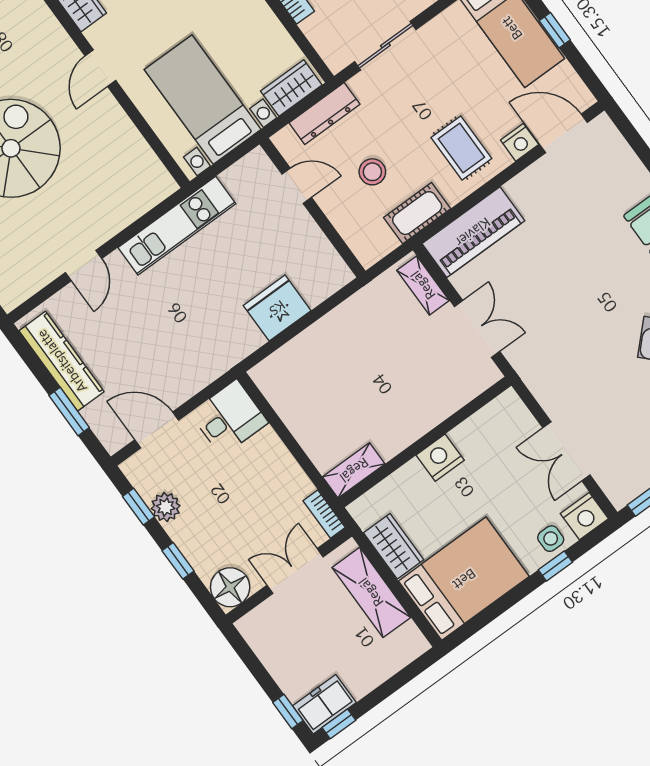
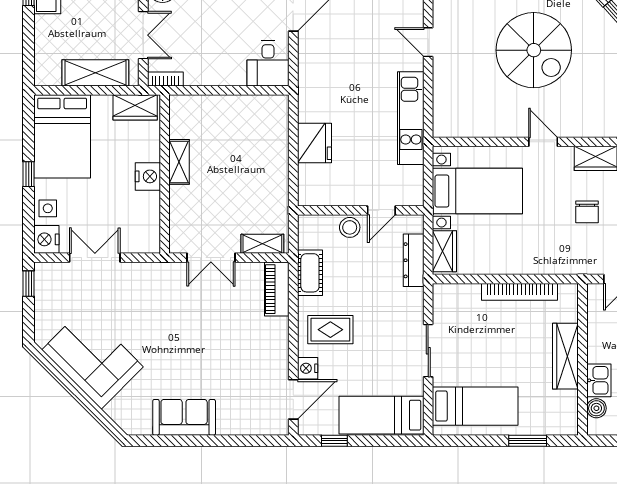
window: (555, 30) -> (334, 441), moved
sliding door: (385, 46) -> (428, 351), moved
stool: (372, 172) -> (350, 227), moved
piano: (473, 232) -> (277, 289), width x0.73, depth x0.75
shelving: (354, 470) -> (179, 162), moved
wardrobe: (394, 546) -> (135, 107), moved
window: (555, 566) -> (29, 174), moved

